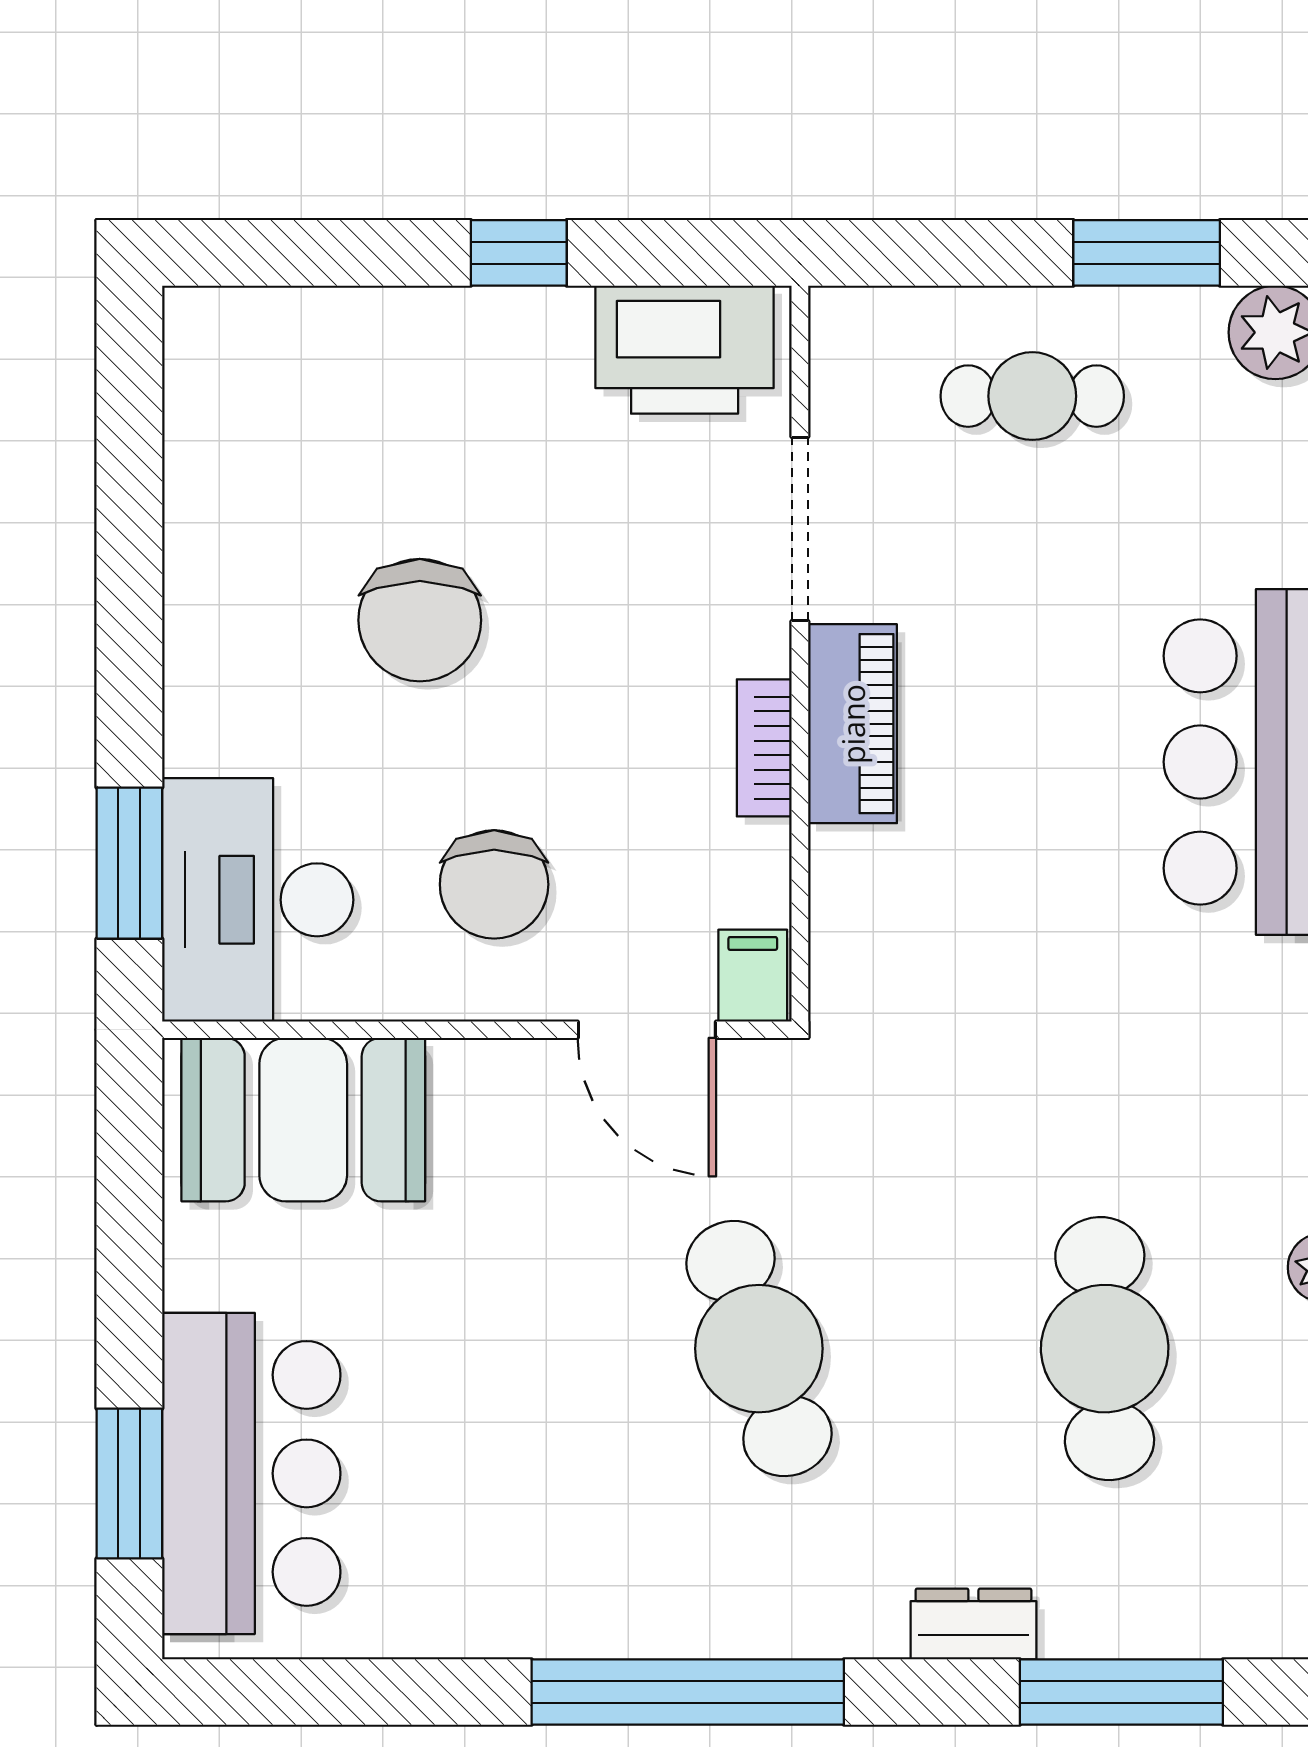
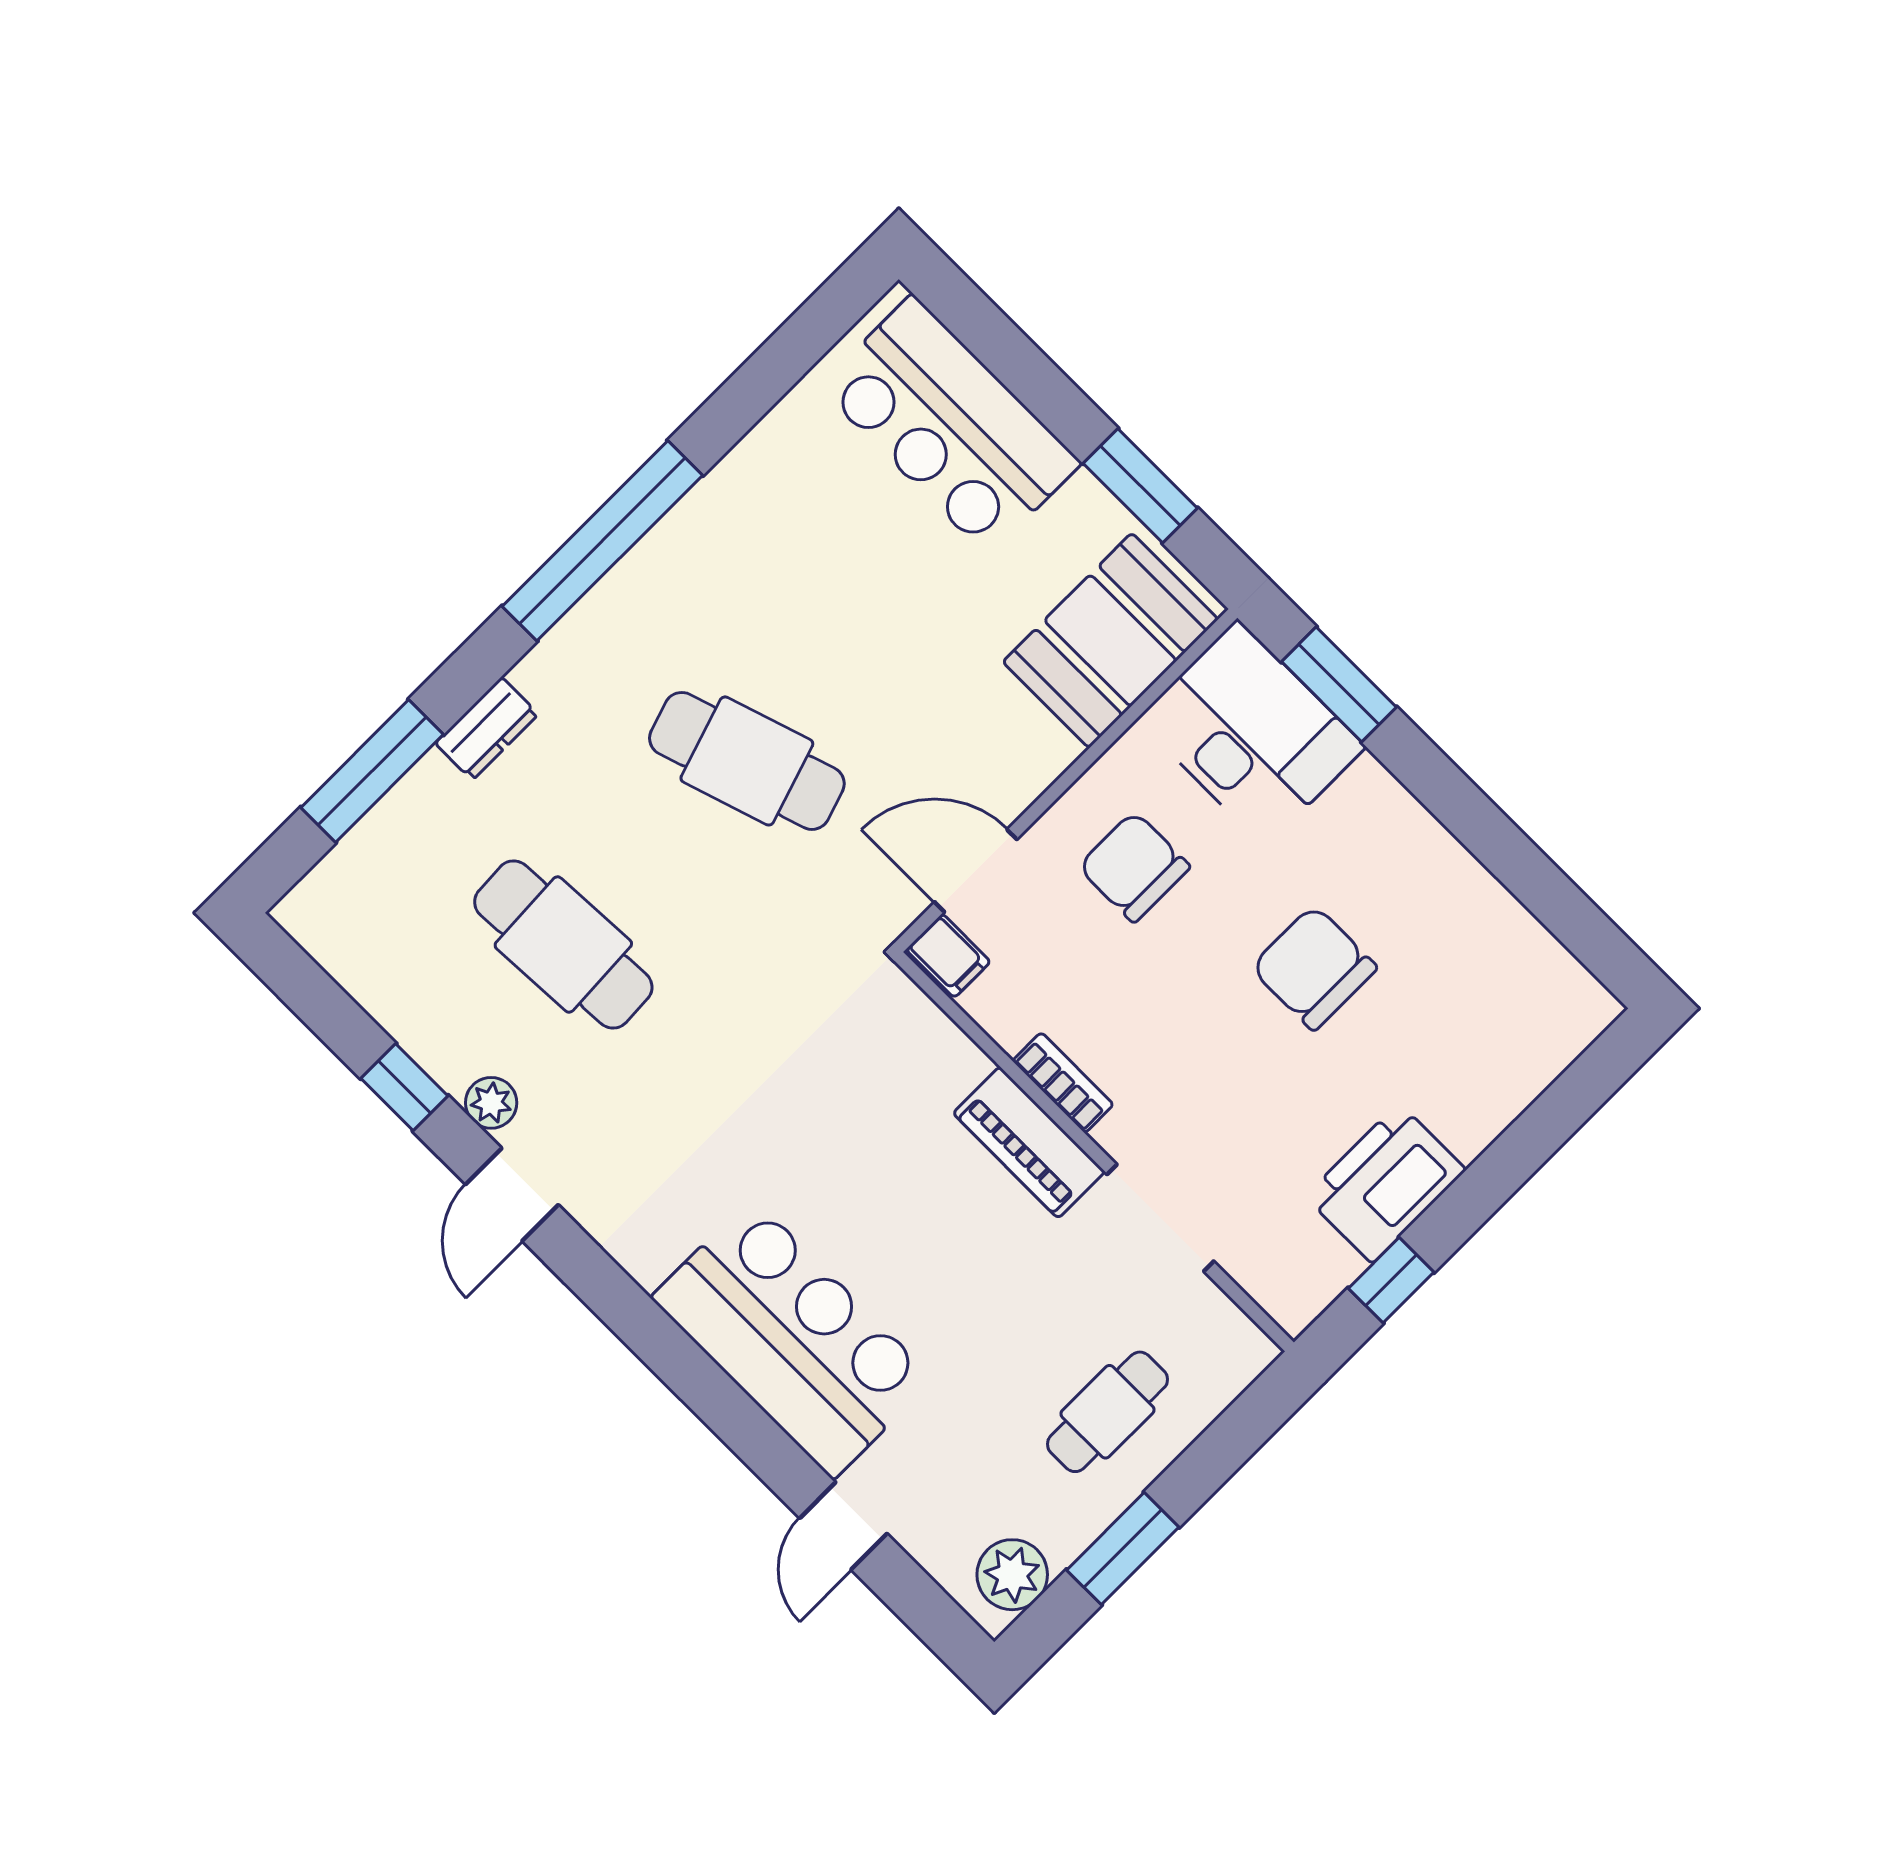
window: (519, 253) -> (1391, 1280), moved
printer: (685, 350) -> (1385, 1183), moved
window: (129, 1483) -> (1140, 486), moved

